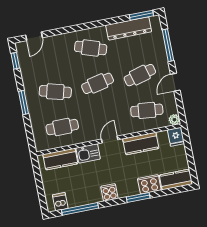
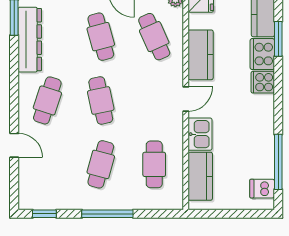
door: (34, 36) -> (14, 145), moved
window: (23, 103) -> (107, 214), width x1.44
cafe table: (147, 110) -> (154, 37), turned -30
door: (110, 139) -> (186, 99), swing flipped
cooker: (109, 192) -> (263, 82), moved
window: (138, 197) -> (278, 39), moved

